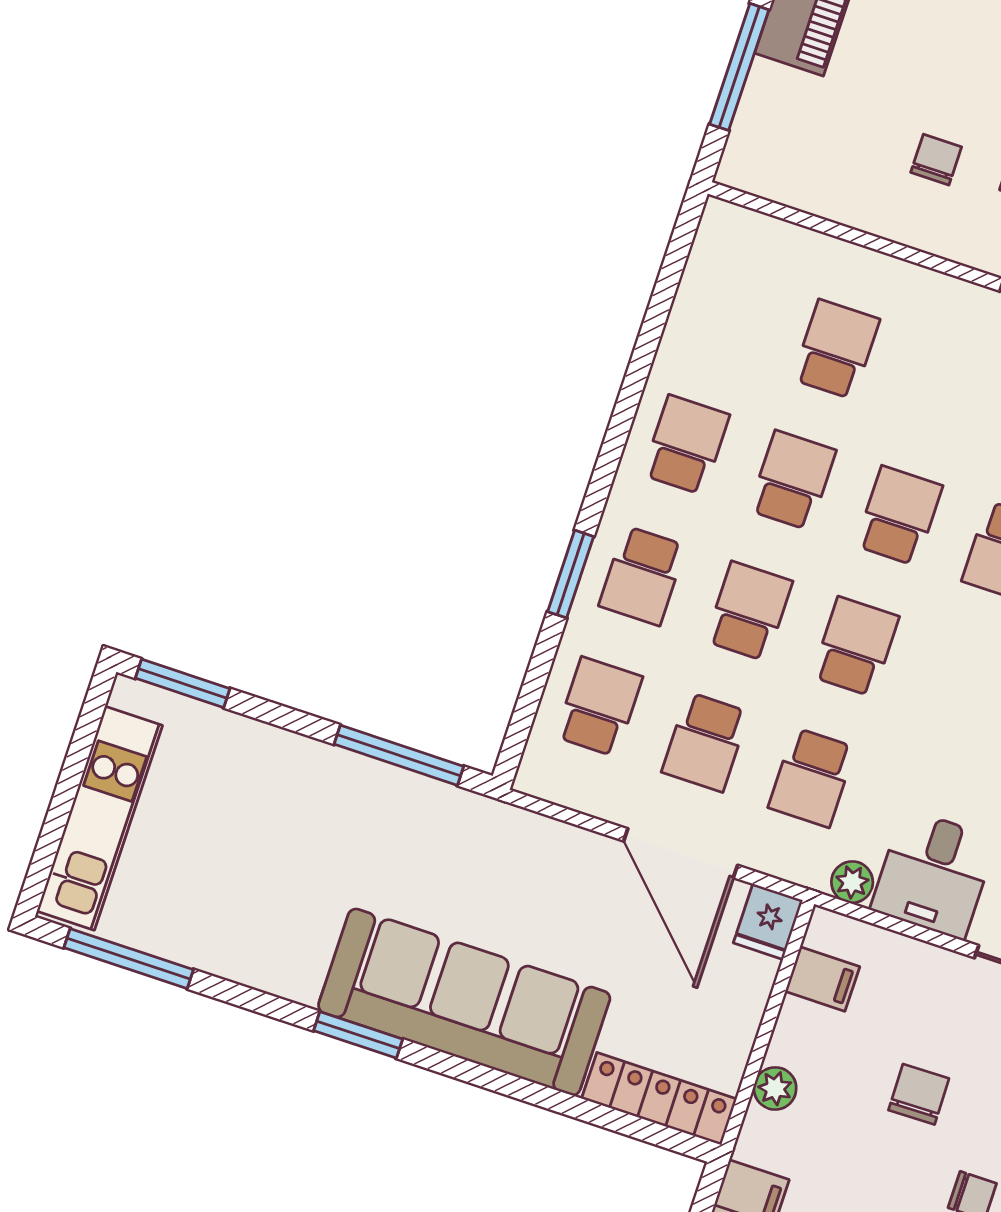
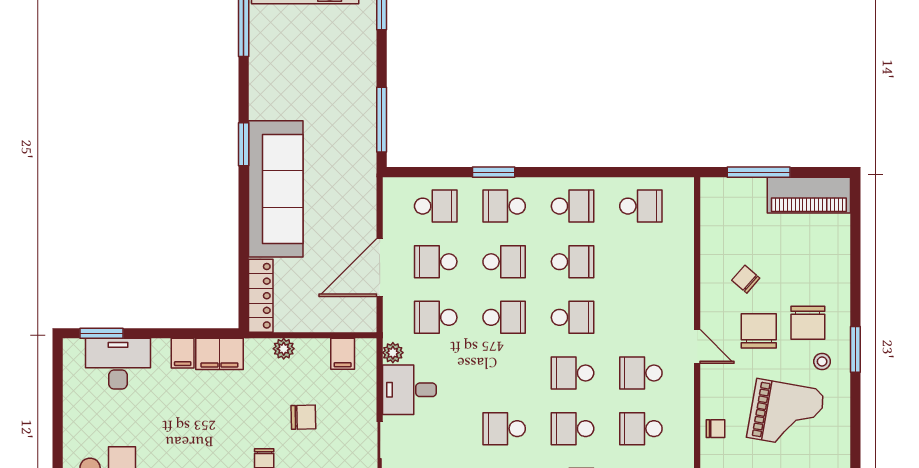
chair: (936, 160) -> (746, 279), turned -139
school desk: (836, 349) -> (641, 206), moved
fridge: (768, 922) -> (361, 319), removed

